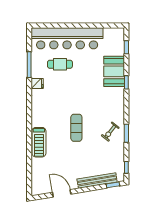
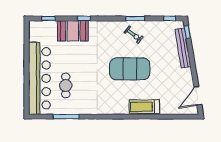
fridge: (37, 83) -> (85, 108), removed
exercise mat: (76, 128) -> (130, 69), width x2.00, depth x1.45
treadmill: (39, 142) -> (144, 107), turned 180
door: (62, 193) -> (198, 96), moved

